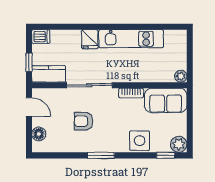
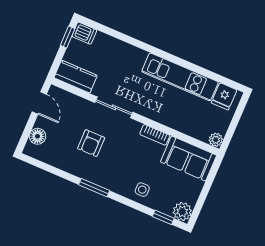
fridge: (90, 39) -> (224, 96), moved
window: (29, 62) -> (68, 37), moved
sliding door: (89, 85) -> (114, 107), width x0.73
armchair: (83, 121) -> (91, 143), turned -90
side table: (140, 141) -> (142, 190), width x0.54, depth x0.54

